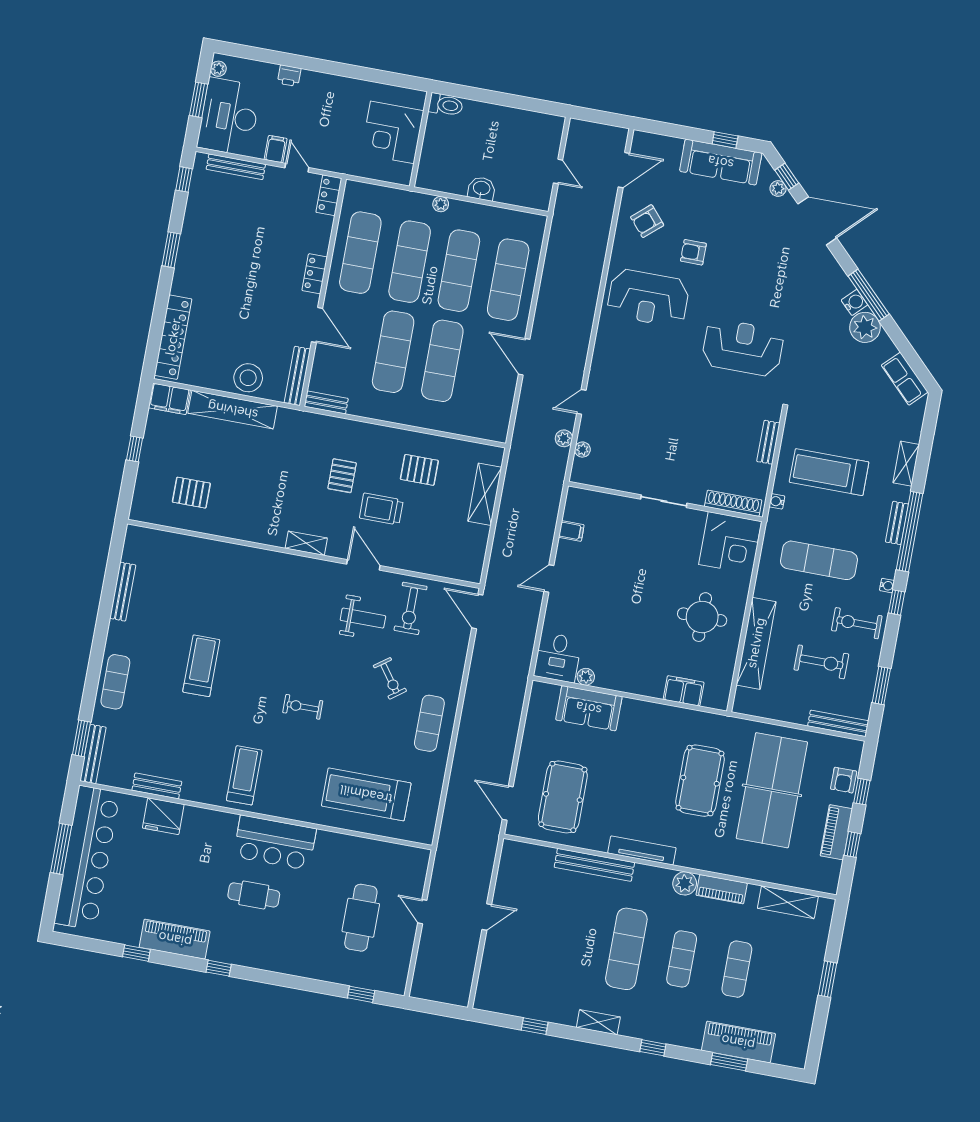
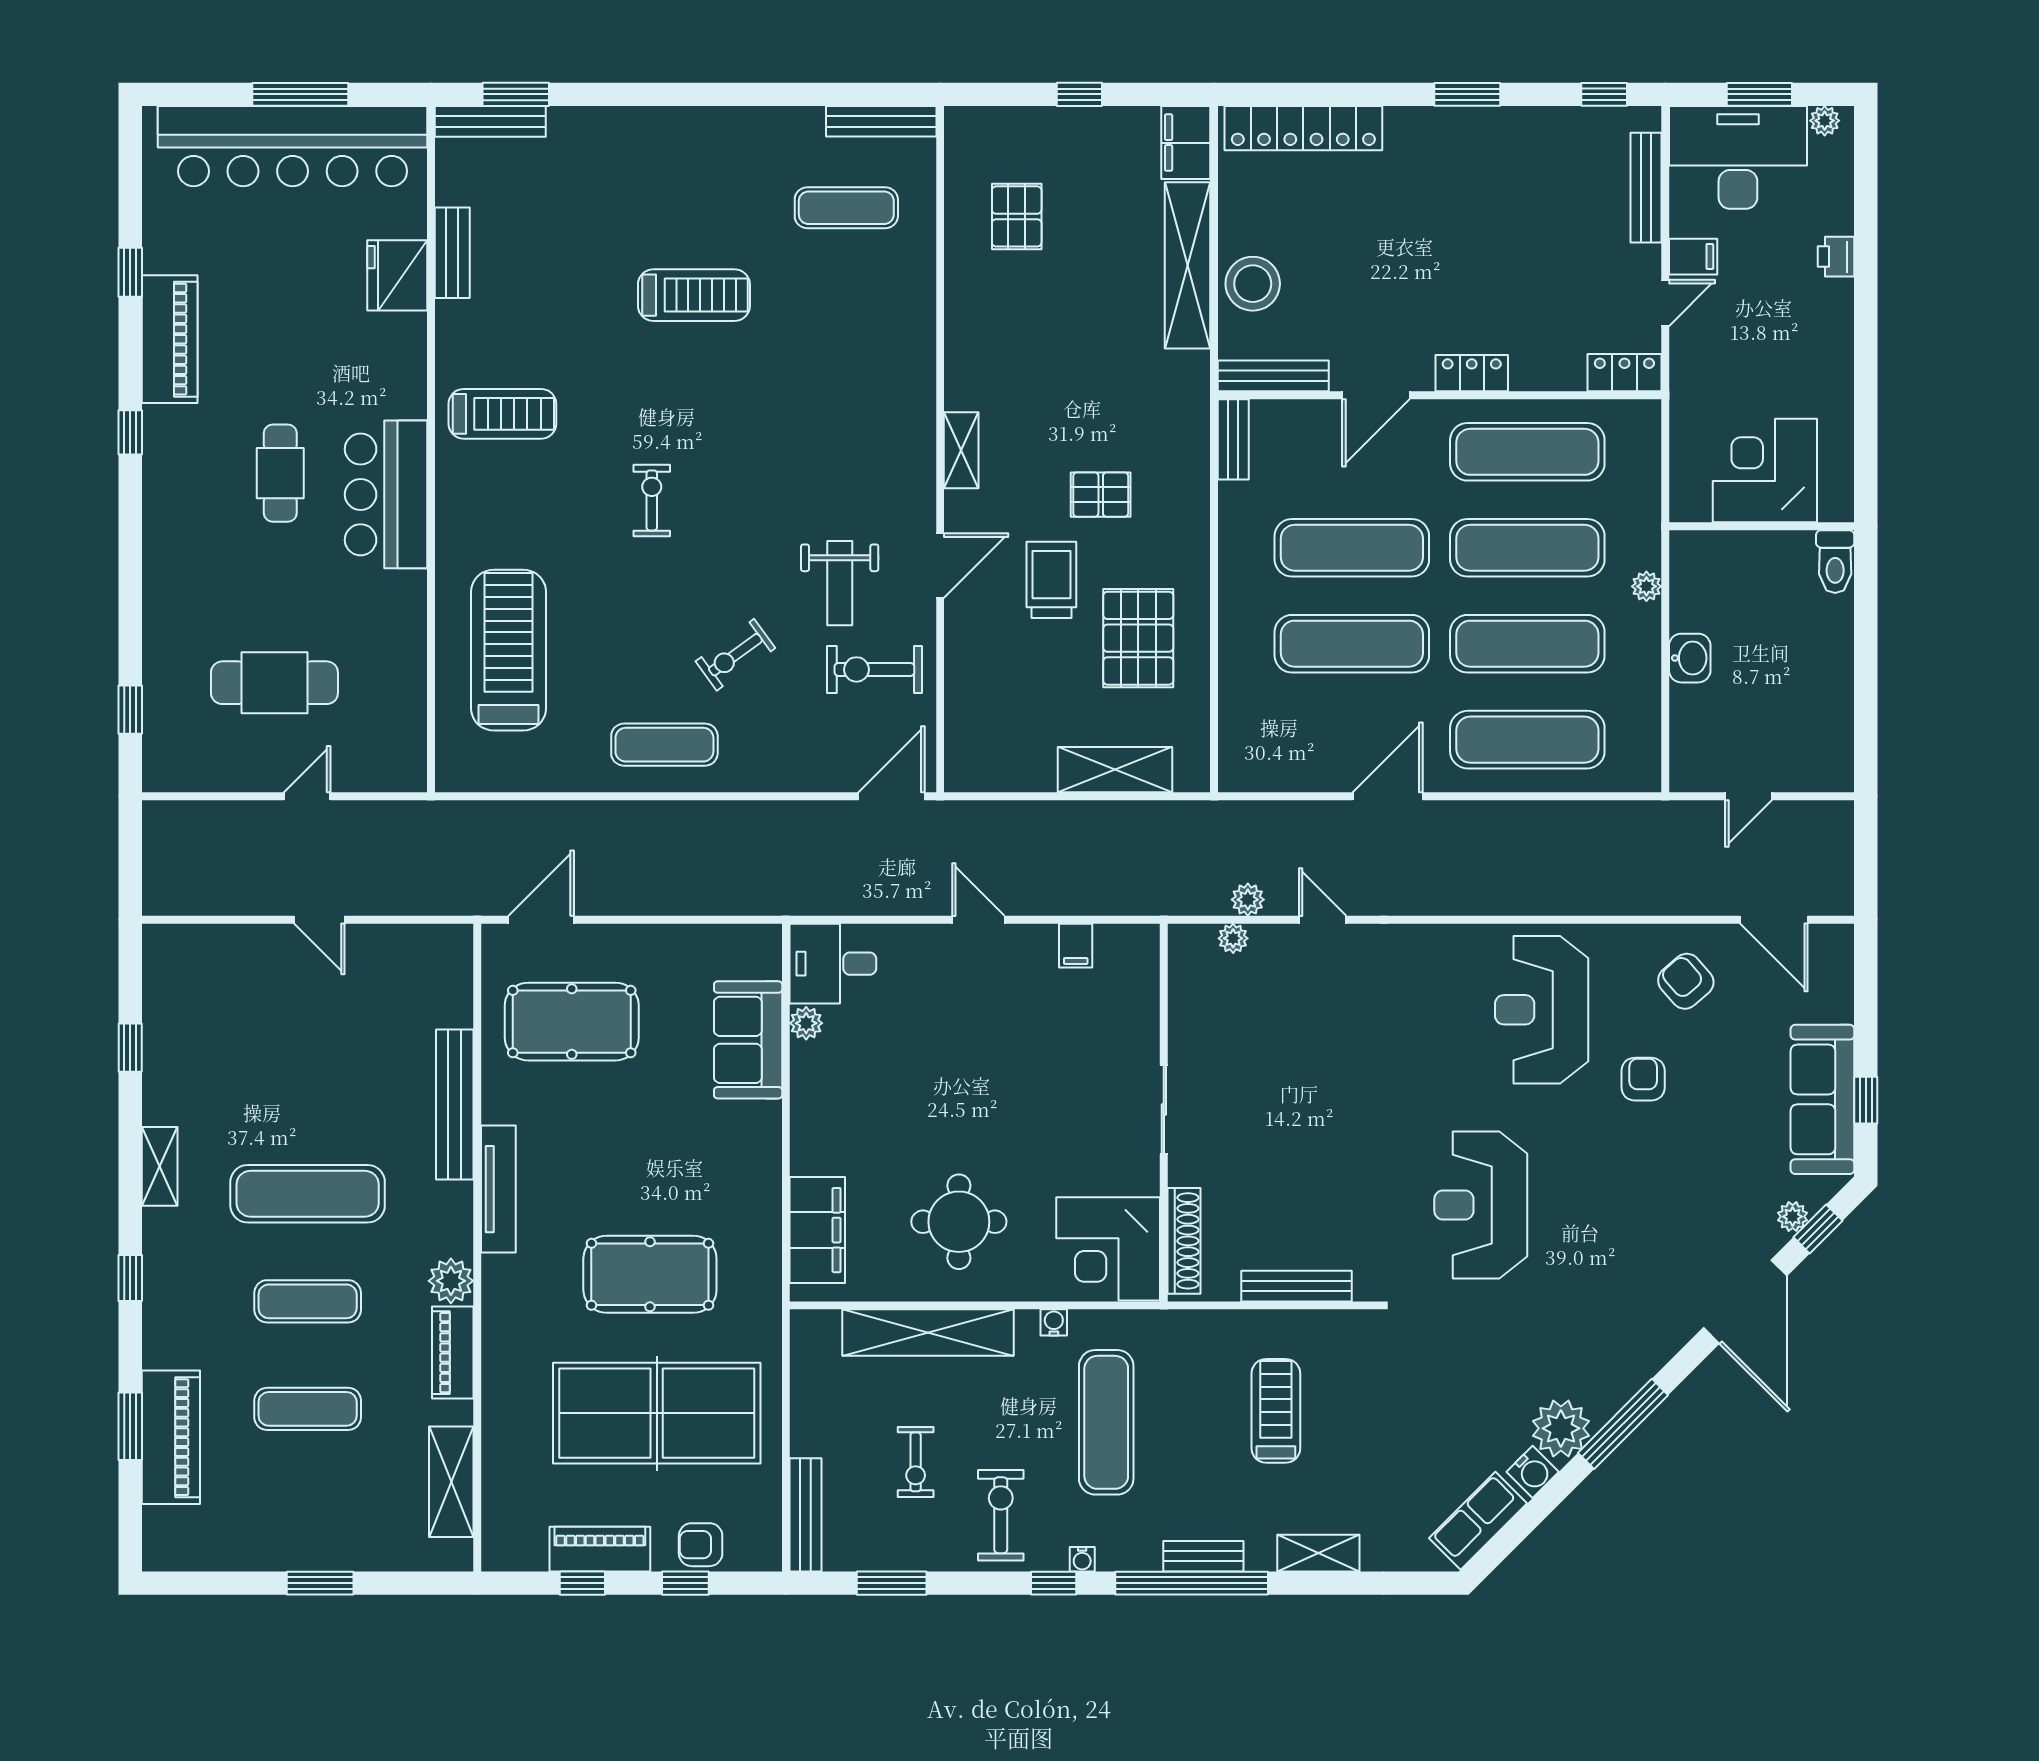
water cooler: (854, 302) -> (1533, 1472), moved
reception desk: (743, 347) -> (1481, 1205), turned 180
bench: (768, 442) -> (1296, 1286), width x1.36
pallet: (419, 470) -> (1138, 638), width x1.50, depth x1.42
treadmill: (829, 472) -> (1276, 1411), width x0.73, depth x0.73
water cooler: (777, 501) -> (1054, 1322), moved
bench: (123, 592) -> (881, 121), moved
exercise bike: (821, 662) -> (916, 1462), width x0.73, depth x0.72
exercise mat: (115, 682) -> (846, 208), moved
filing cabinet: (684, 691) -> (817, 1230), width x1.50, depth x1.17

